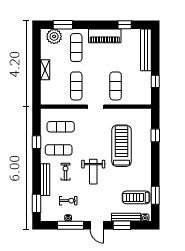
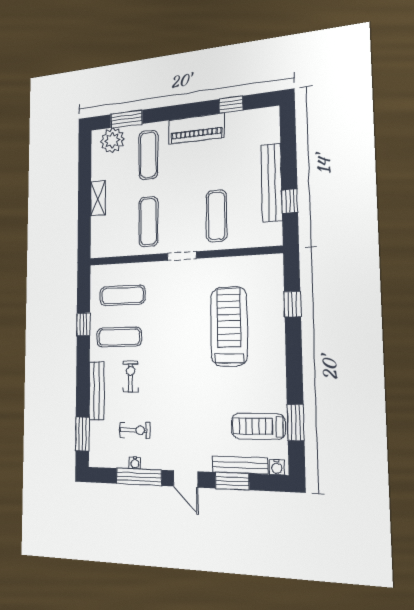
bench: (146, 50) -> (272, 183), moved
weight bench: (93, 172) -> (178, 376), removed

